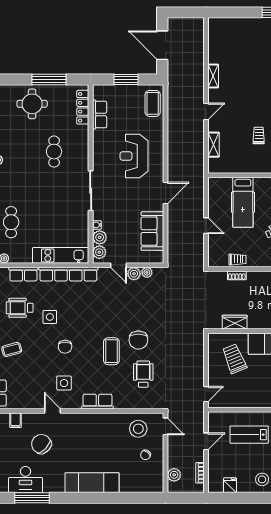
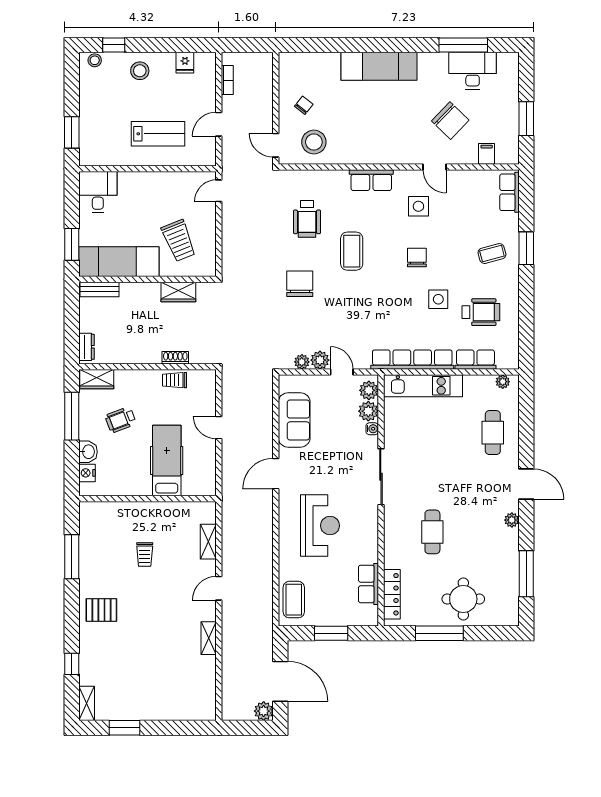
chair: (138, 340) -> (300, 284), moved
plant: (174, 475) -> (264, 711), moved

